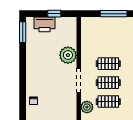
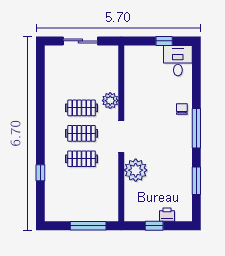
window: (114, 14) -> (88, 226), moved
printer: (45, 24) -> (167, 215), width x0.53, depth x0.68
window: (23, 32) -> (196, 181), moved
window: (23, 86) -> (196, 128), added

